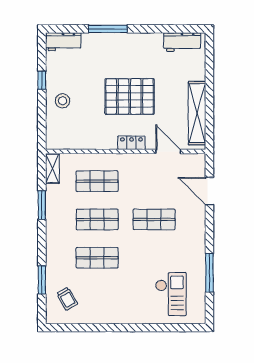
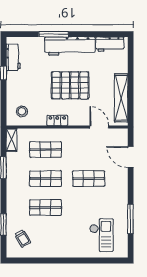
workbench: (63, 42) -> (13, 57), moved, turned -90
workbench: (129, 45) -> (70, 46), added
stool: (63, 101) -> (22, 111), moved
locker: (131, 143) -> (57, 120), moved

